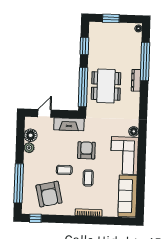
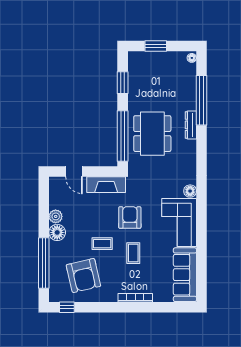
door: (44, 113) -> (74, 171), swing flipped
floor lamp: (31, 135) -> (57, 232), moved

